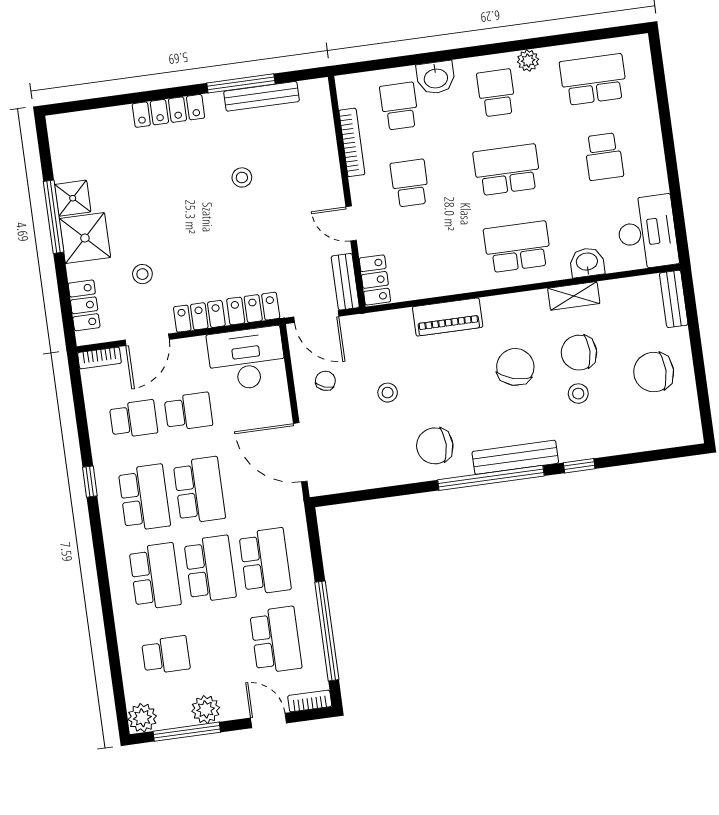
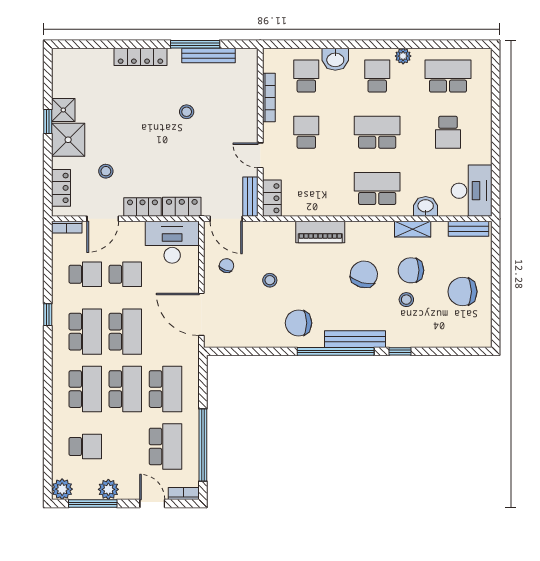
window: (54, 217) -> (48, 121), width x0.46
bench: (674, 299) -> (468, 229), moved, turned 90

